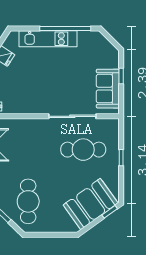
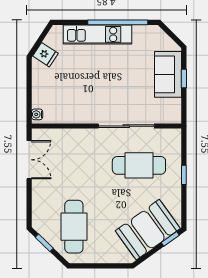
sofa: (108, 89) -> (168, 74), moved

